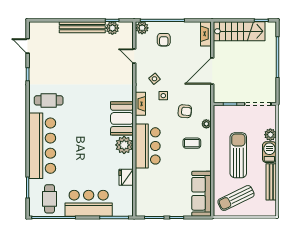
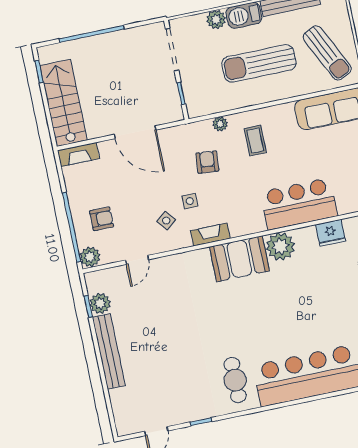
bar counter: (148, 146) -> (299, 204), moved

